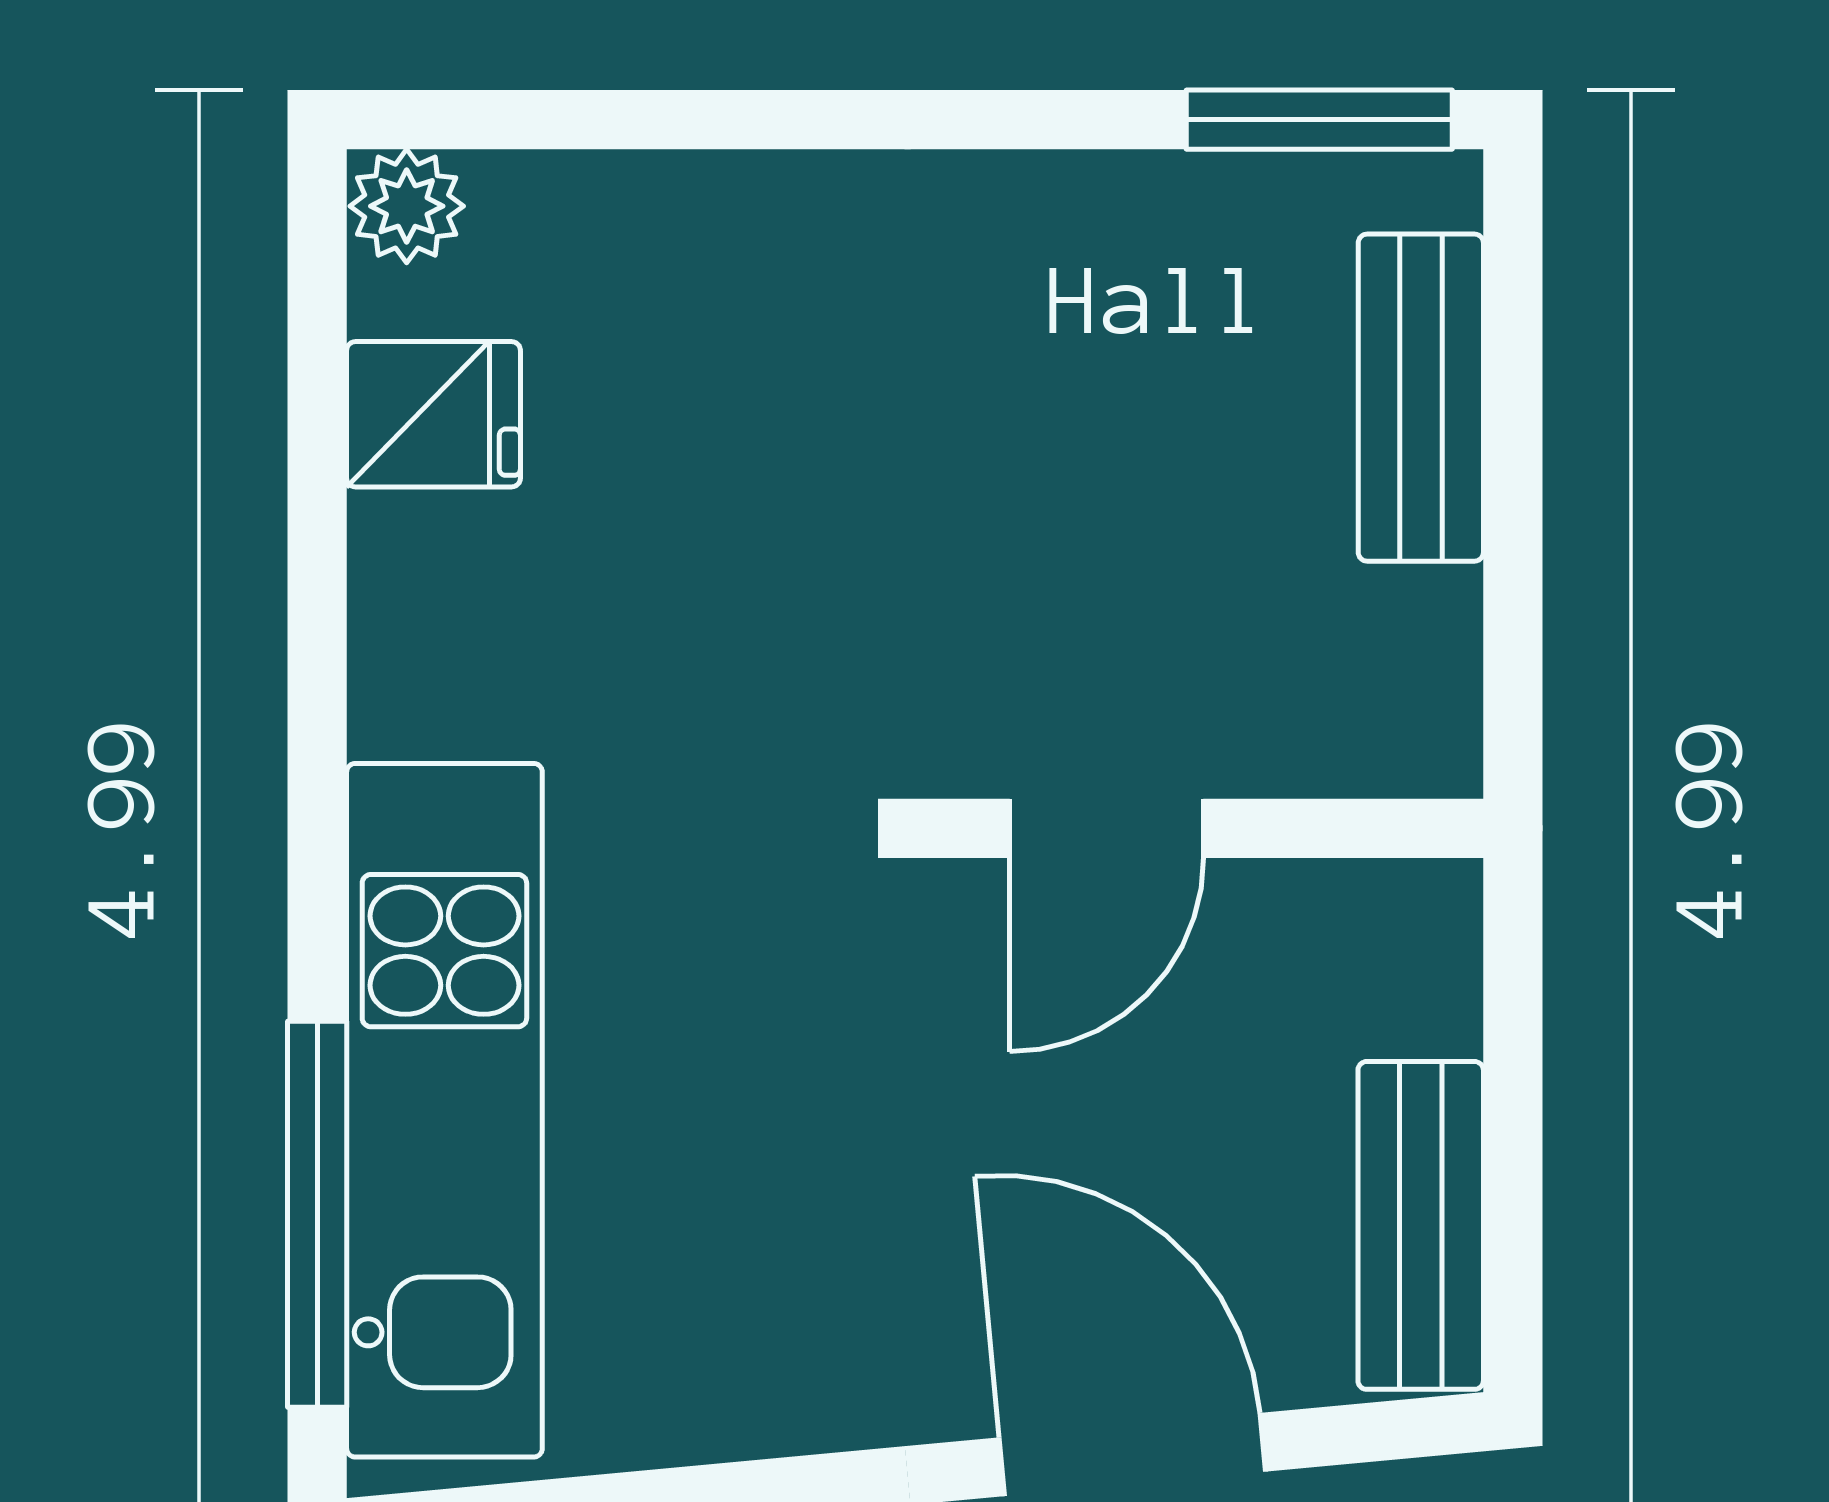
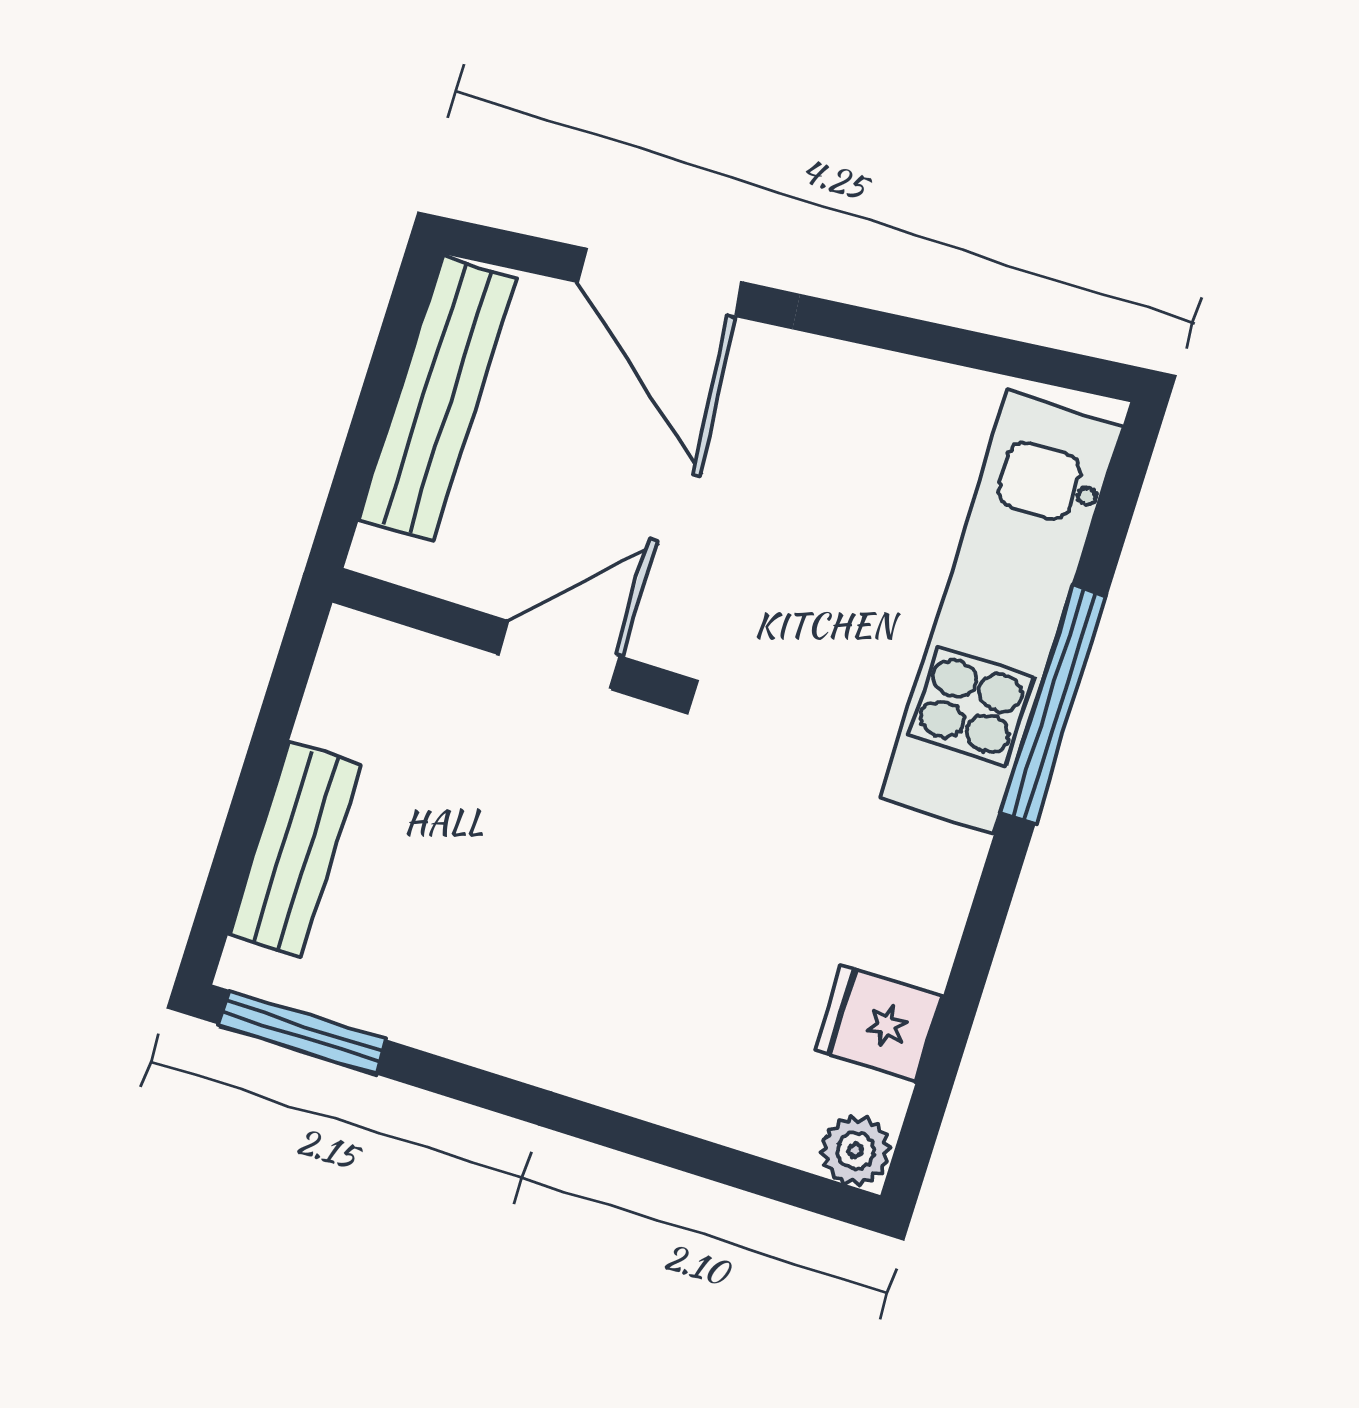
window: (317, 1214) -> (1054, 705), moved
bench: (1421, 1225) -> (437, 399), width x1.36

